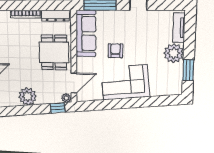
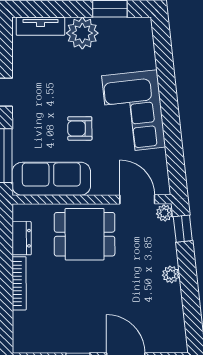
dresser: (55, 16) -> (22, 238), width x0.70
plant: (28, 96) -> (171, 274), width x0.53, depth x0.53

